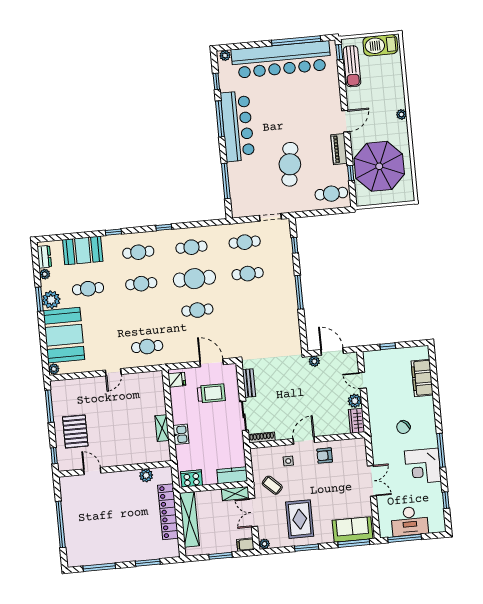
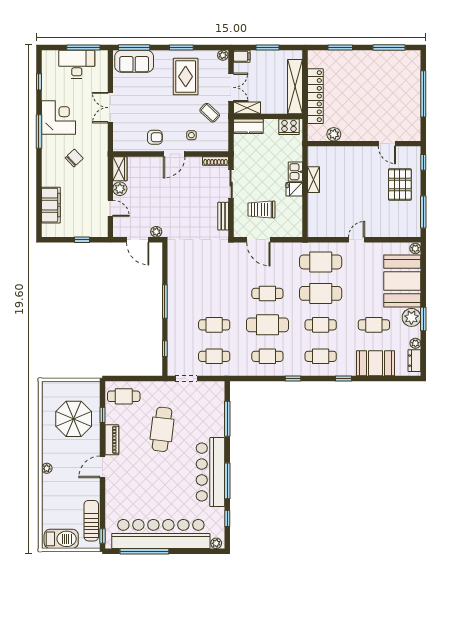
parasol: (379, 166) -> (74, 419), width x0.73, depth x0.73
cafe table: (144, 315) -> (321, 293), added
cafe table: (147, 347) -> (321, 262), width x1.37, depth x1.35
fridge: (177, 380) -> (294, 189), moved

